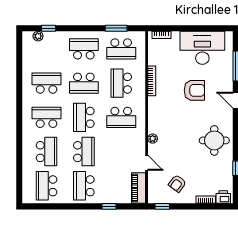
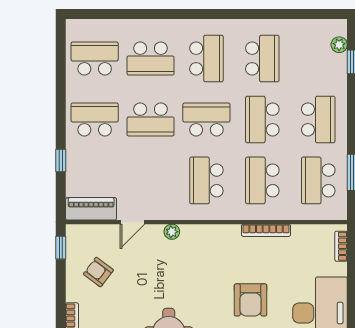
school desk: (121, 83) -> (262, 180), turned -90

